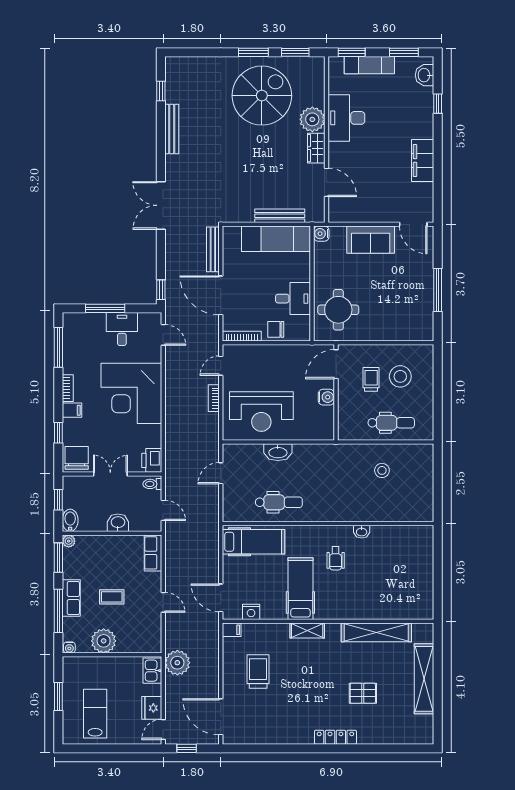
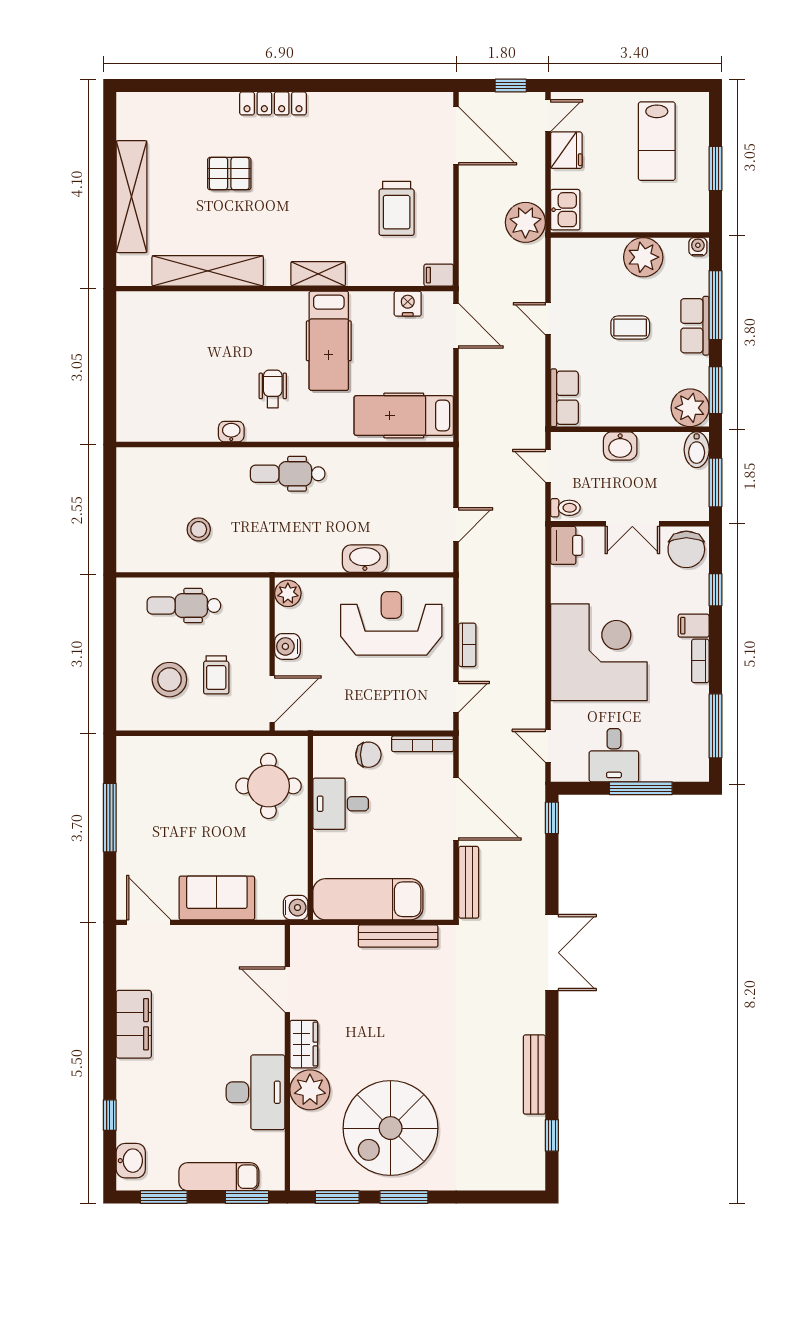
bench: (280, 216) -> (398, 936), moved
plant: (326, 430) -> (288, 593), added
window: (58, 500) -> (715, 483), width x1.50
dental chair: (279, 502) -> (288, 474), moved
plant: (69, 541) -> (690, 408), width x1.88, depth x1.88

